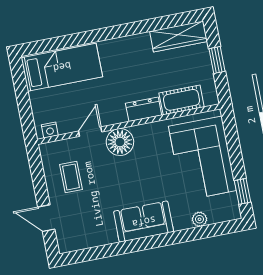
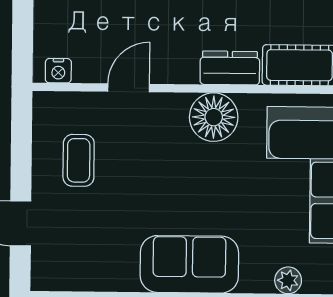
floor lamp: (120, 142) -> (214, 117), moved

